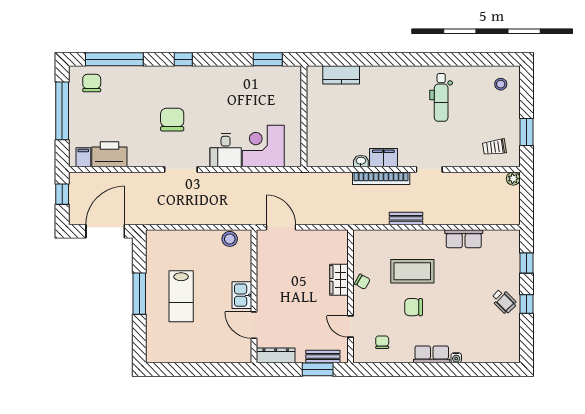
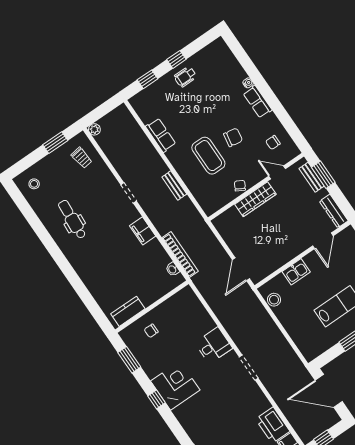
window: (183, 59) -> (157, 399), moved
kitchen counter: (341, 75) -> (128, 311), moved, turned -90
dental chair: (441, 97) -> (72, 219), turned -86
chair: (172, 120) -> (151, 331), moved, width x0.54, depth x0.54
corner desk: (263, 146) -> (175, 386), moved, turned 180
washbasin: (361, 161) -> (172, 269), moved
bookcase: (381, 178) -> (180, 254), moved
wardrobe: (339, 280) -> (255, 199), width x1.50
kitchen sink: (242, 295) -> (296, 272), moved
wheelchair: (504, 301) -> (185, 77), turned -135
chair: (414, 307) -> (233, 137), turned -80
door: (350, 326) -> (277, 172), swing flipped

